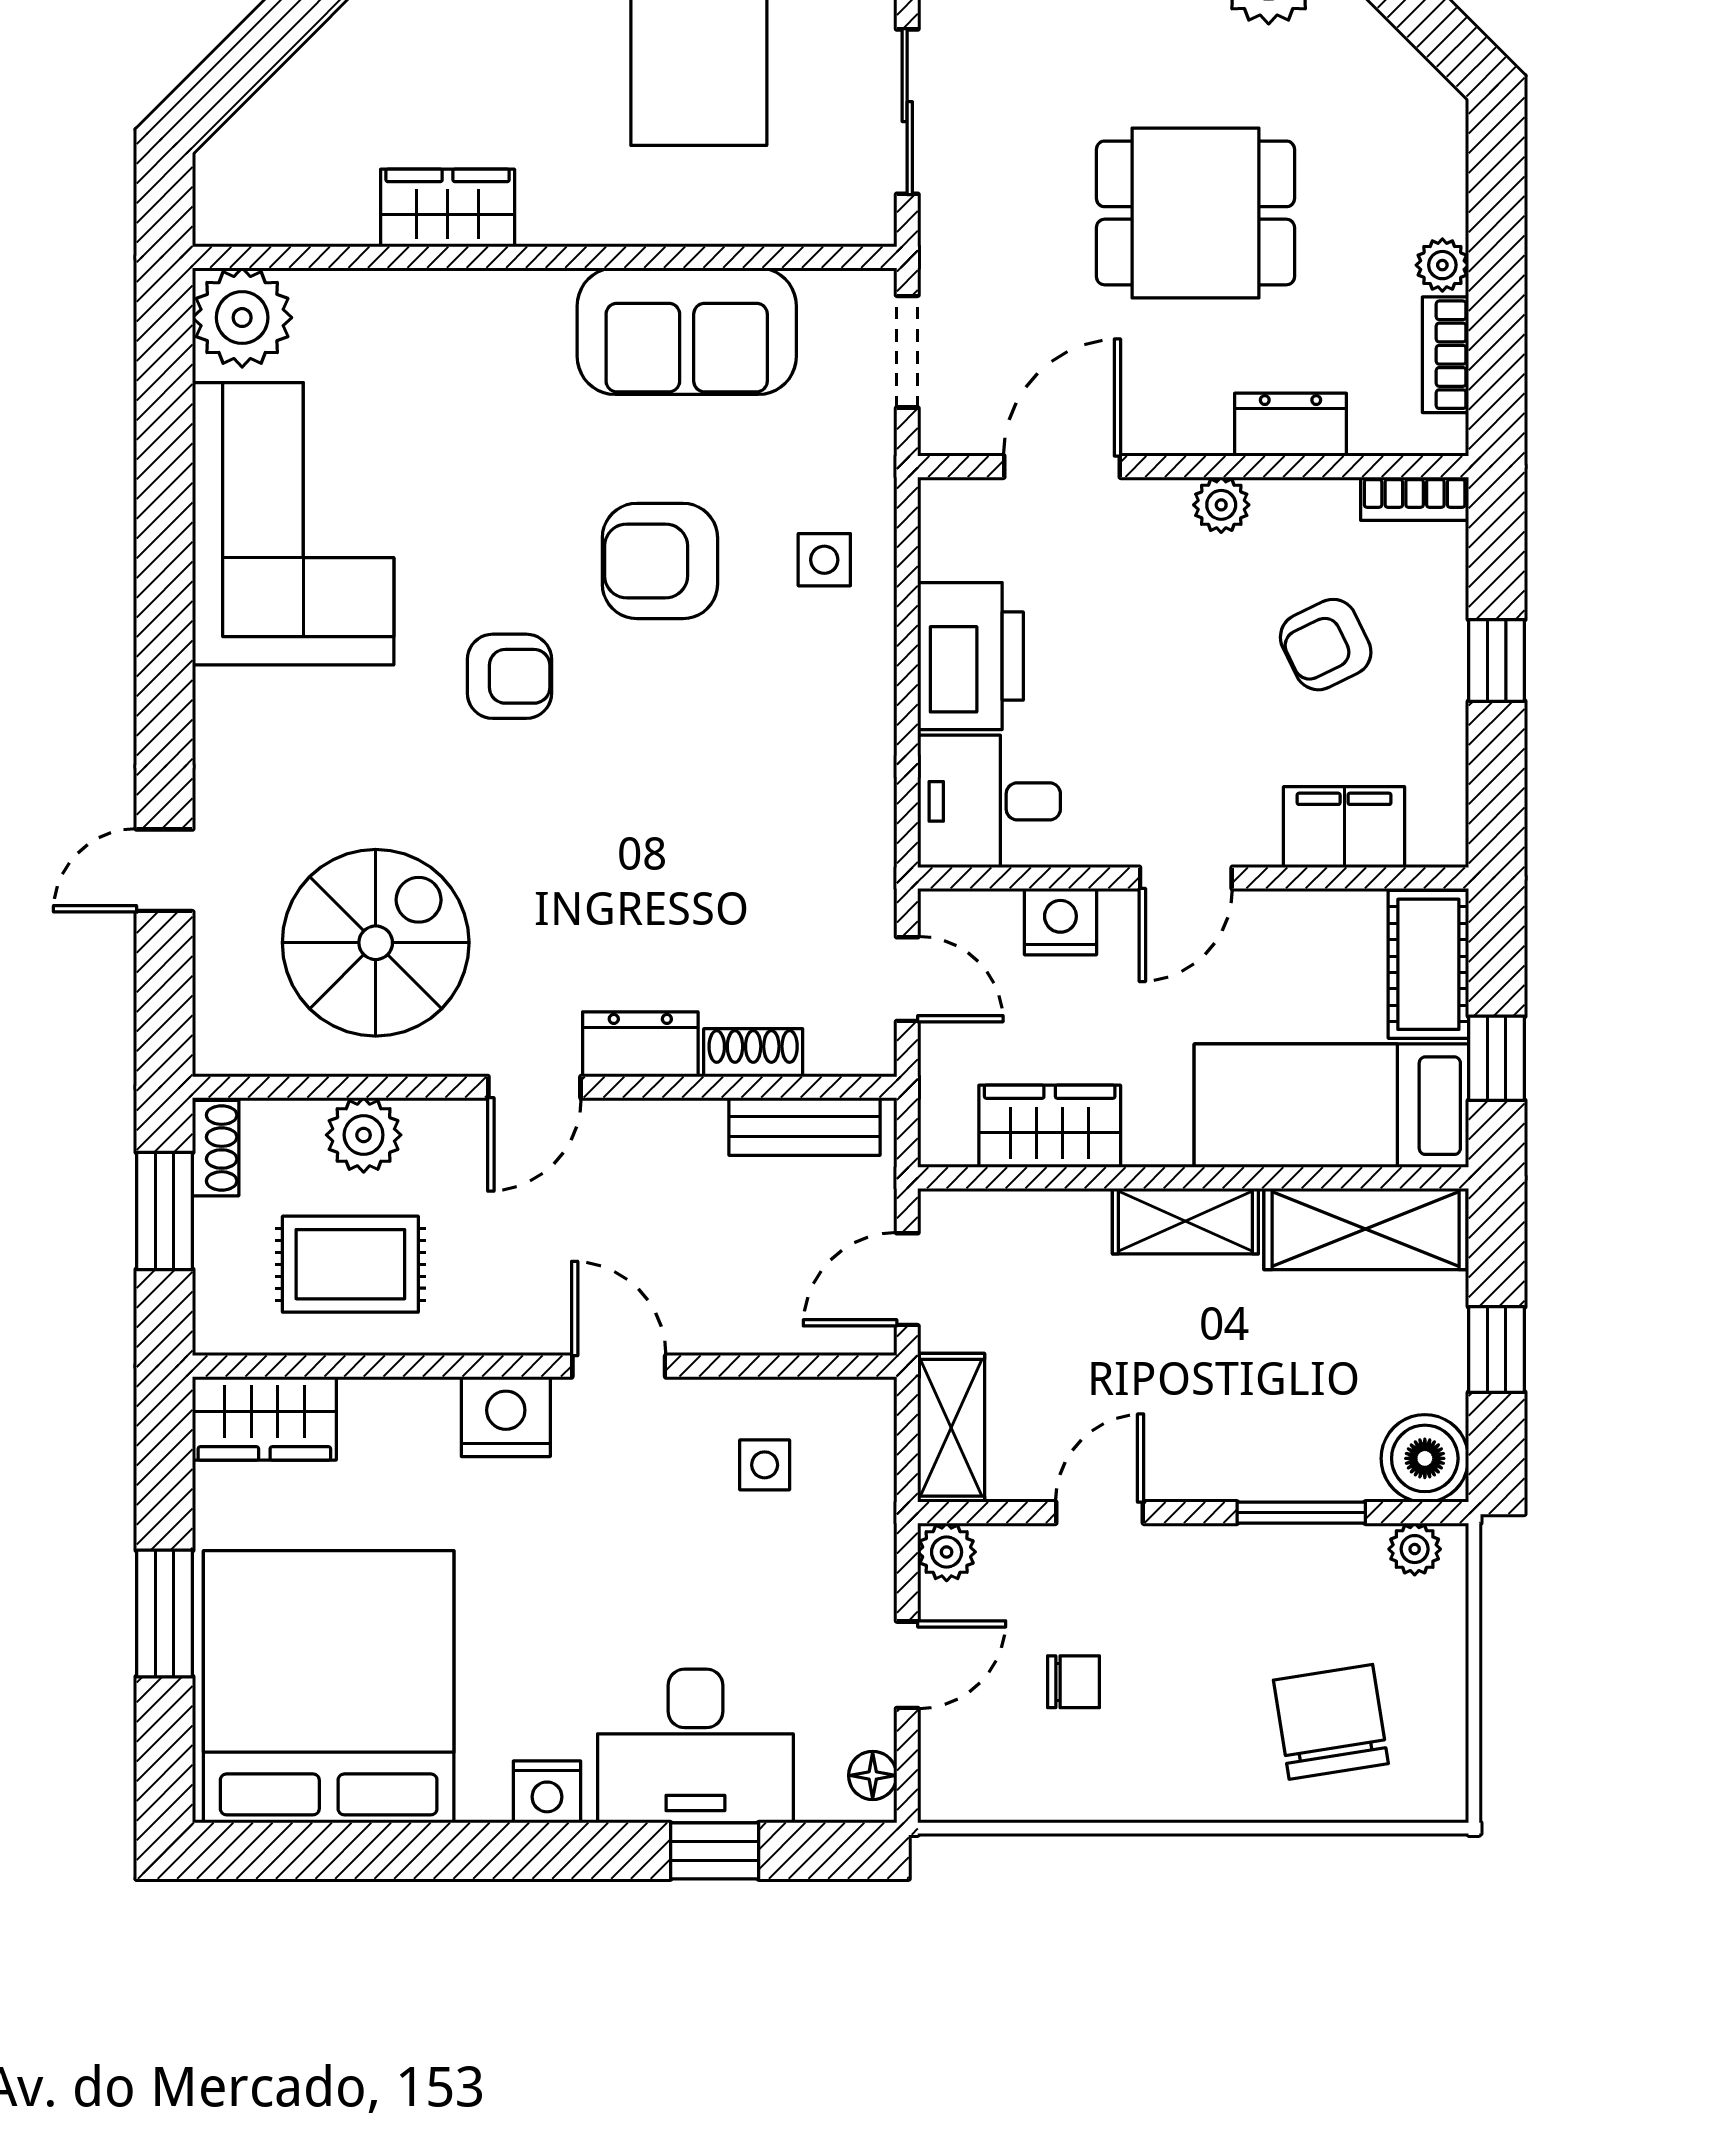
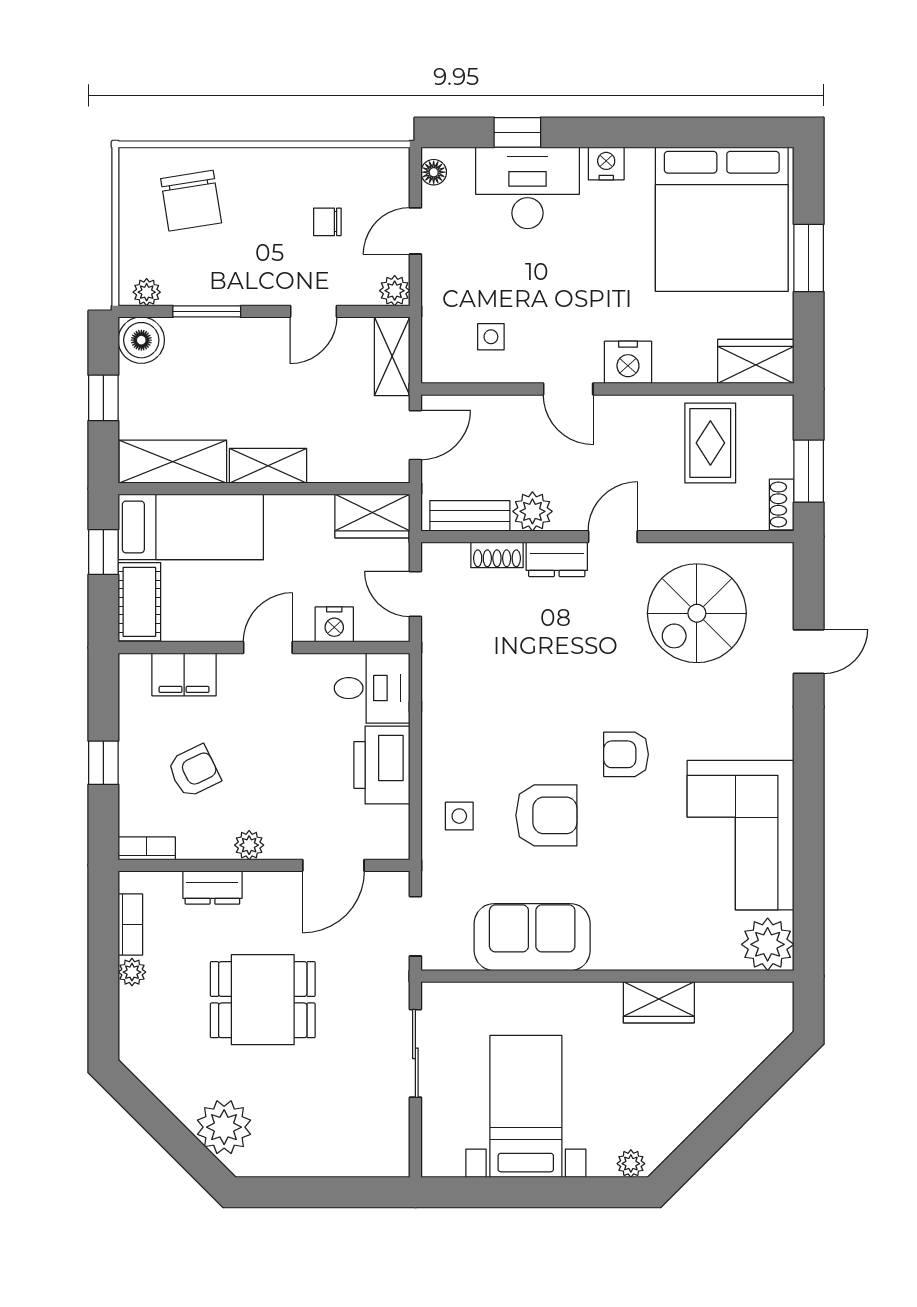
wardrobe: (1050, 1126) -> (372, 516), moved
plant: (364, 1135) -> (532, 511), moved
rug: (350, 1264) -> (710, 443), turned 90

